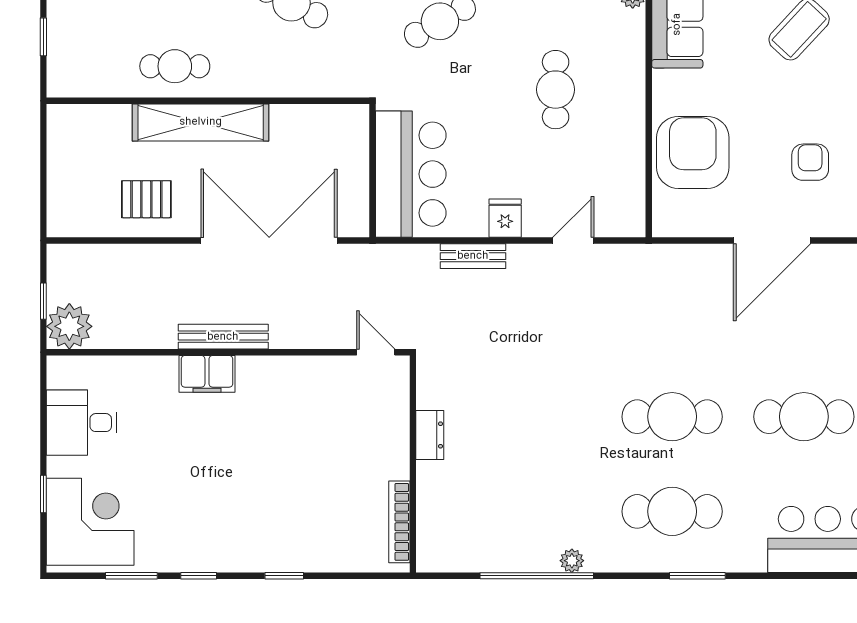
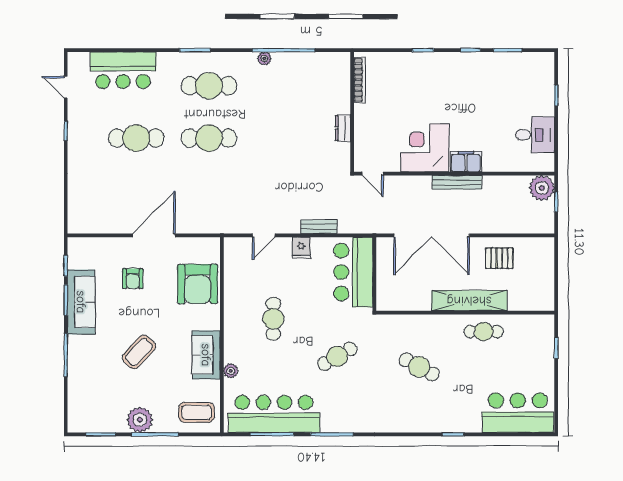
corner desk: (90, 522) -> (425, 148), moved, turned 90

